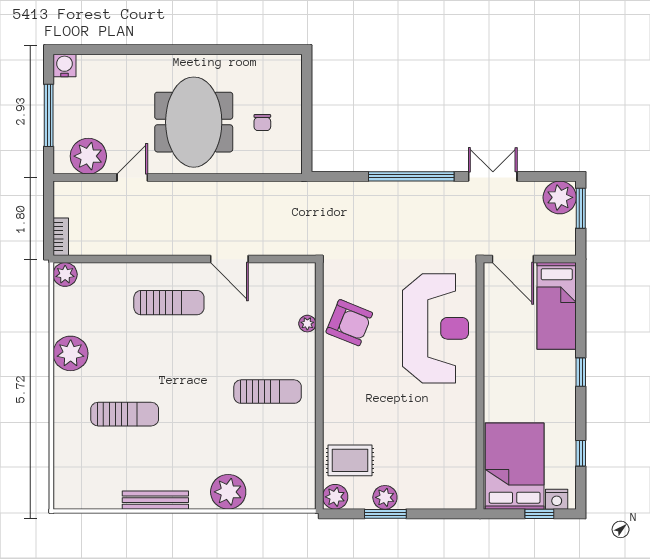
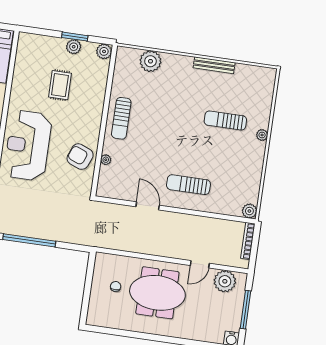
meeting table: (194, 122) -> (157, 293), turned 90
bookcase: (61, 237) -> (248, 241), width x1.56
plant: (71, 353) -> (262, 135), moved, width x0.53, depth x0.53
sun lounger: (268, 392) -> (121, 118), moved, turned -90
rug: (350, 460) -> (60, 85), moved, turned 90
plant: (228, 492) -> (150, 61), moved

